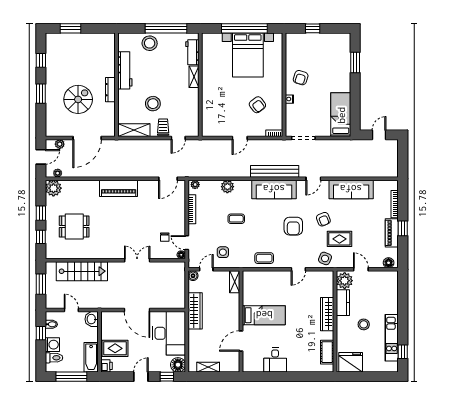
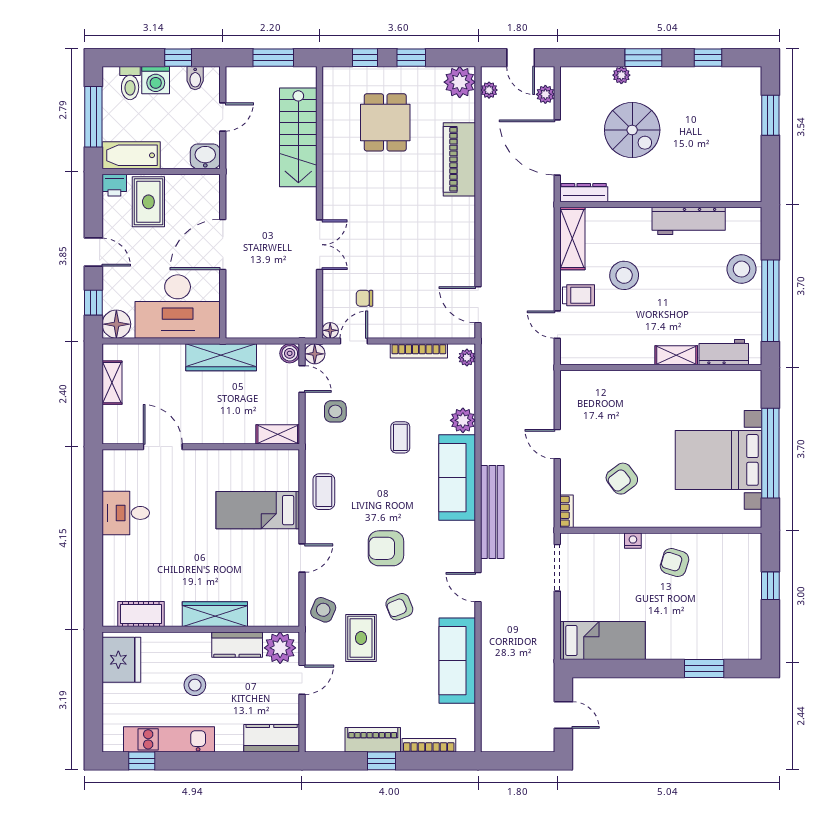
dresser: (110, 90) -> (584, 193), moved
plant: (50, 105) -> (621, 75), added
piano: (119, 188) -> (459, 159), moved
sofa: (274, 189) -> (457, 478), moved
floor lamp: (389, 263) -> (315, 354), moved
door: (298, 269) -> (302, 558), swing flipped
kitchen counter: (391, 285) -> (272, 738), added
bed: (264, 315) -> (258, 510), moved, turned 90

